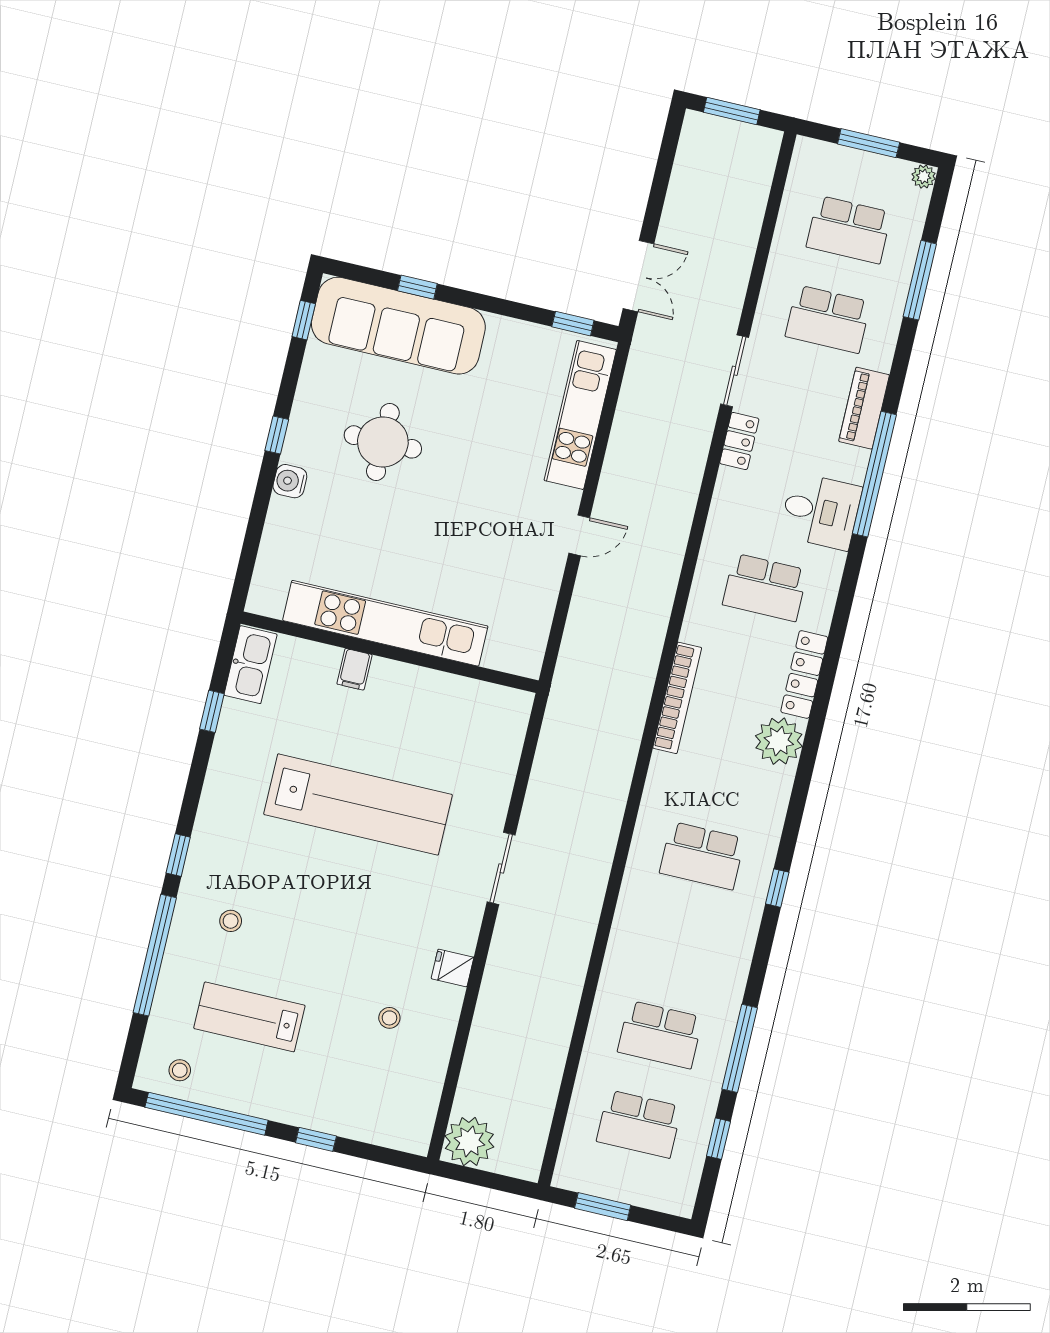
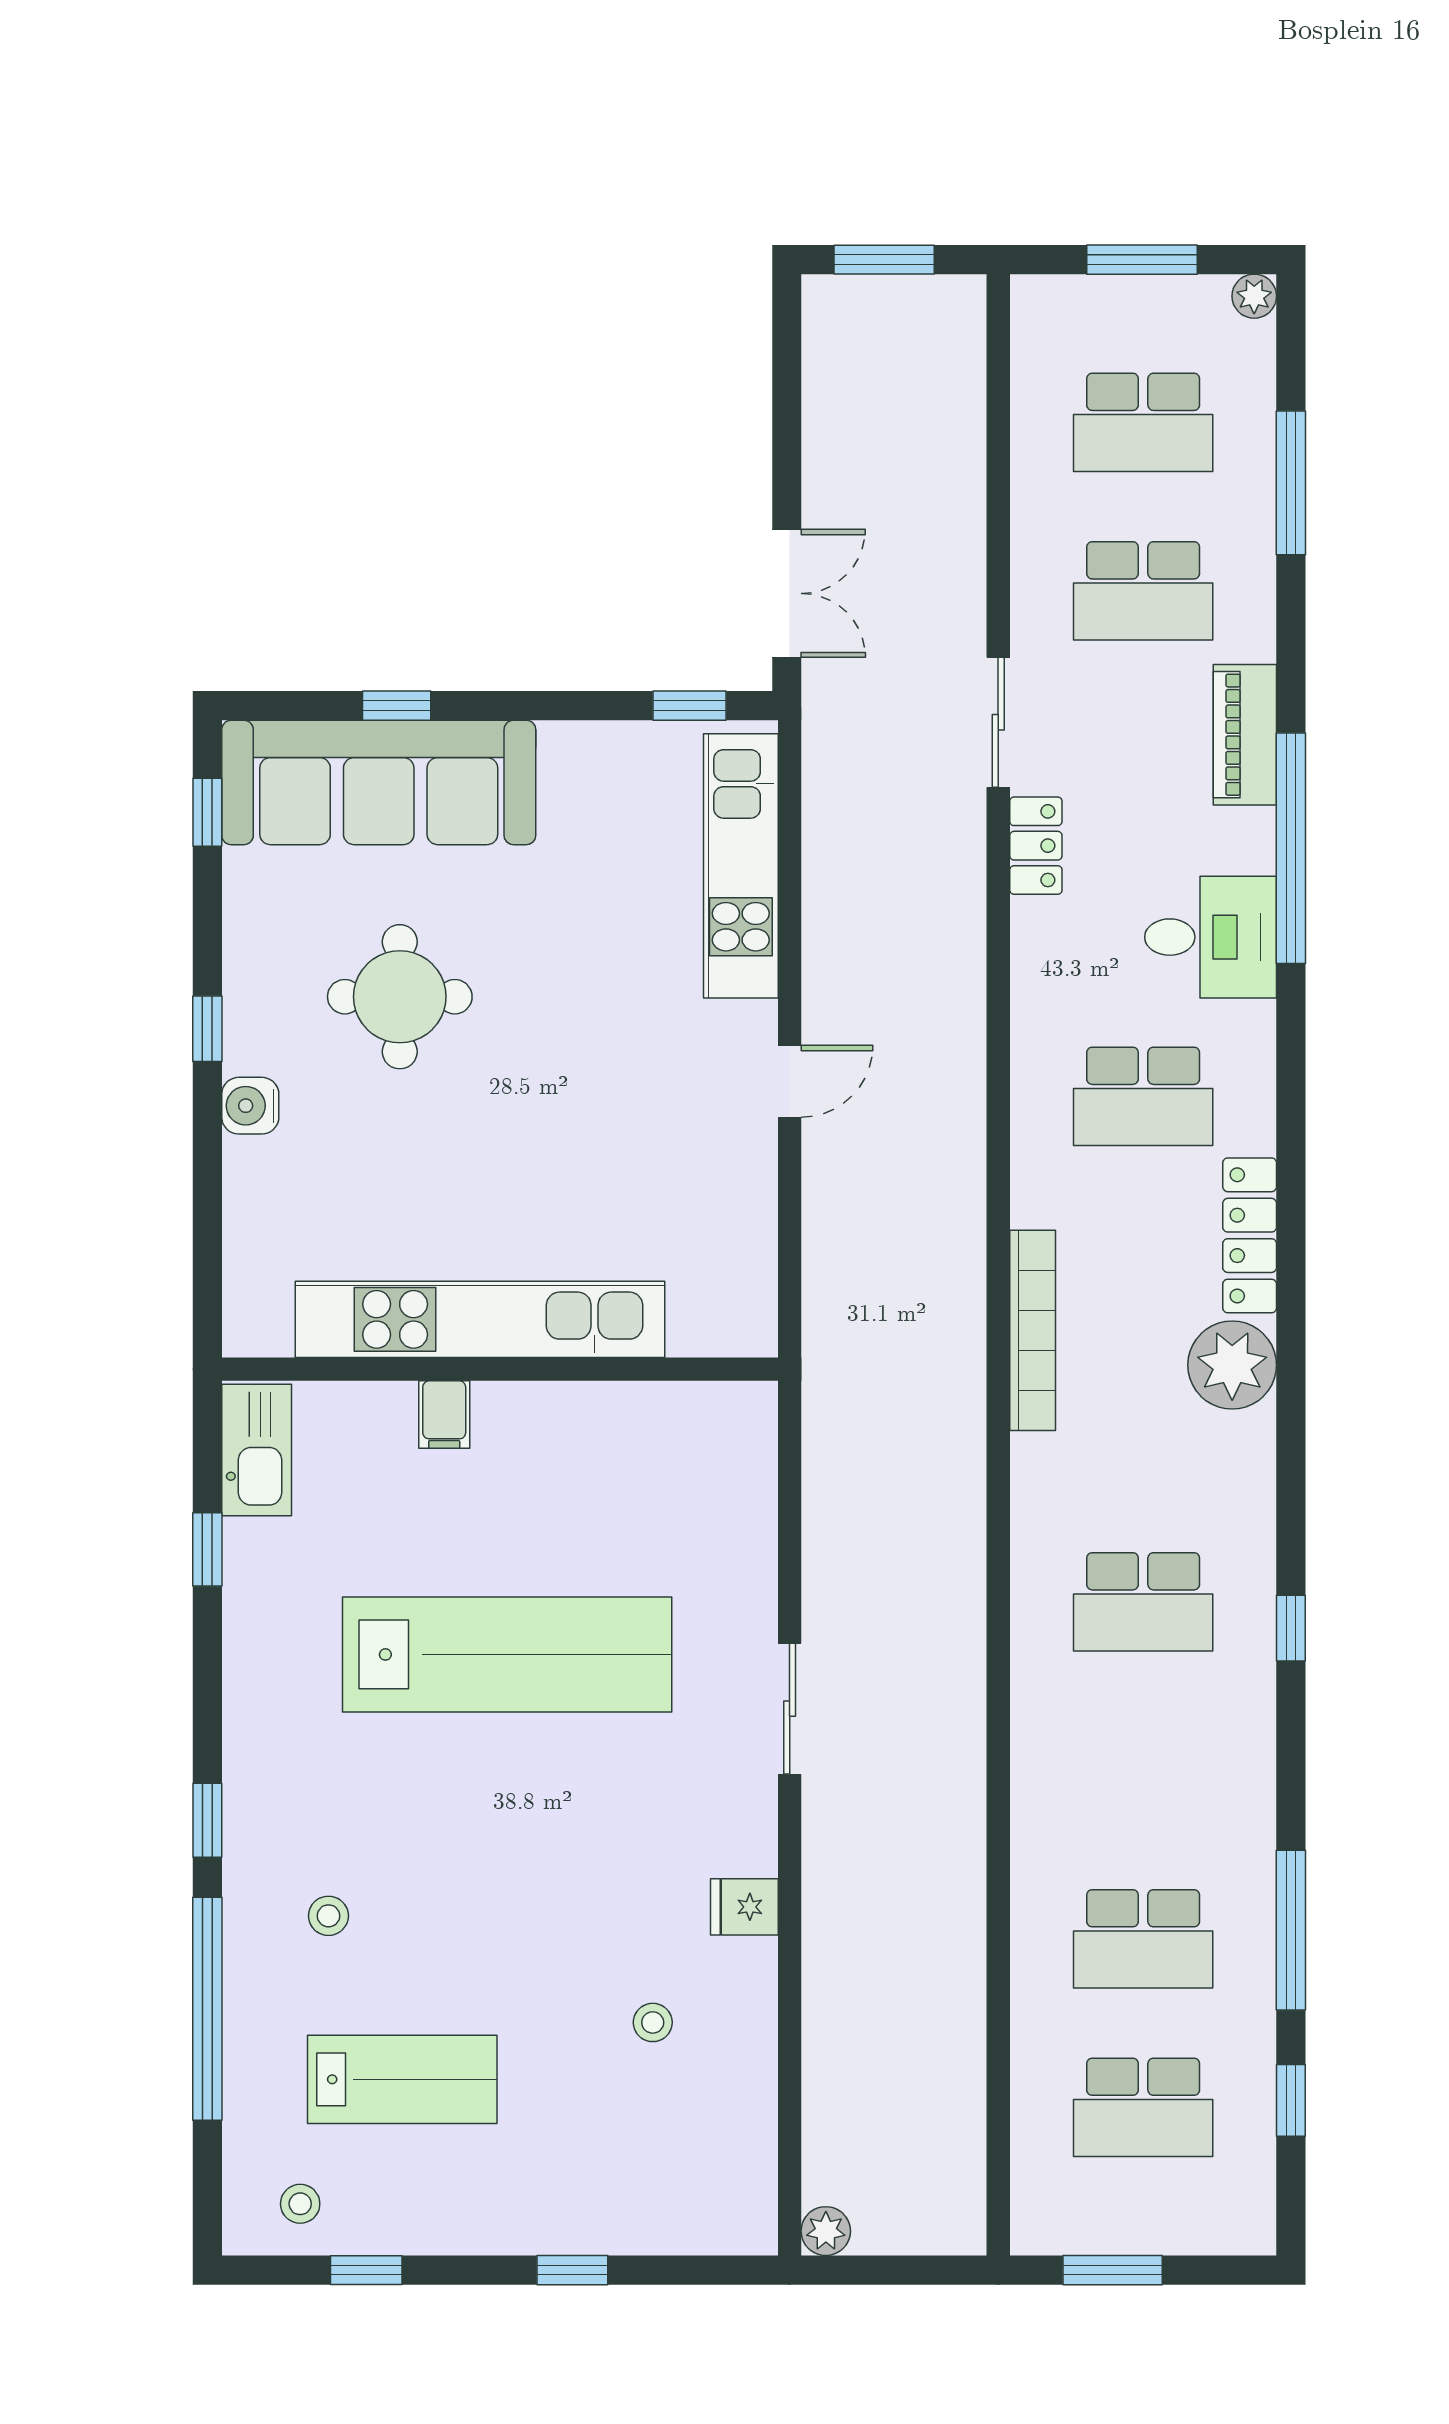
lab bench: (249, 1017) -> (402, 2079), turned 180
window: (207, 1114) -> (366, 2270), width x0.32
plant: (469, 1141) -> (826, 2231), width x0.53, depth x0.53

